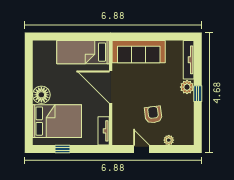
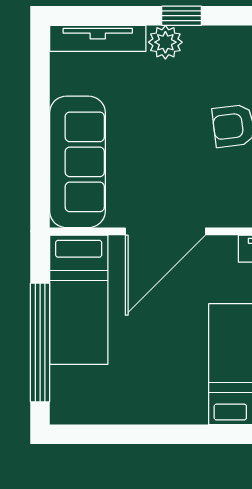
window: (66, 36) -> (40, 343), added
floor lamp: (41, 95) -> (184, 403), removed

